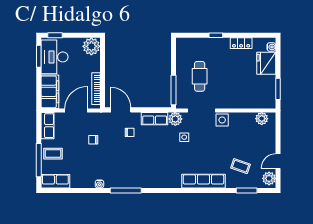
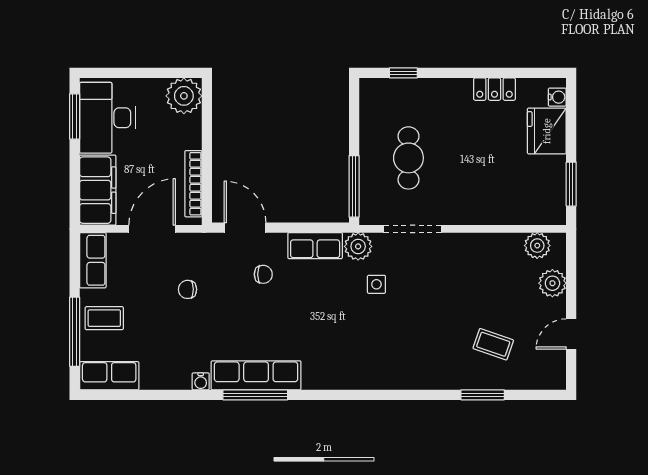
window: (55, 35) -> (108, 73), removed
window: (216, 35) -> (403, 73), moved
side table: (222, 120) -> (455, 249), removed
plant: (269, 178) -> (552, 283), moved
row of seats: (203, 181) -> (256, 375), moved
window: (247, 190) -> (483, 395), moved

